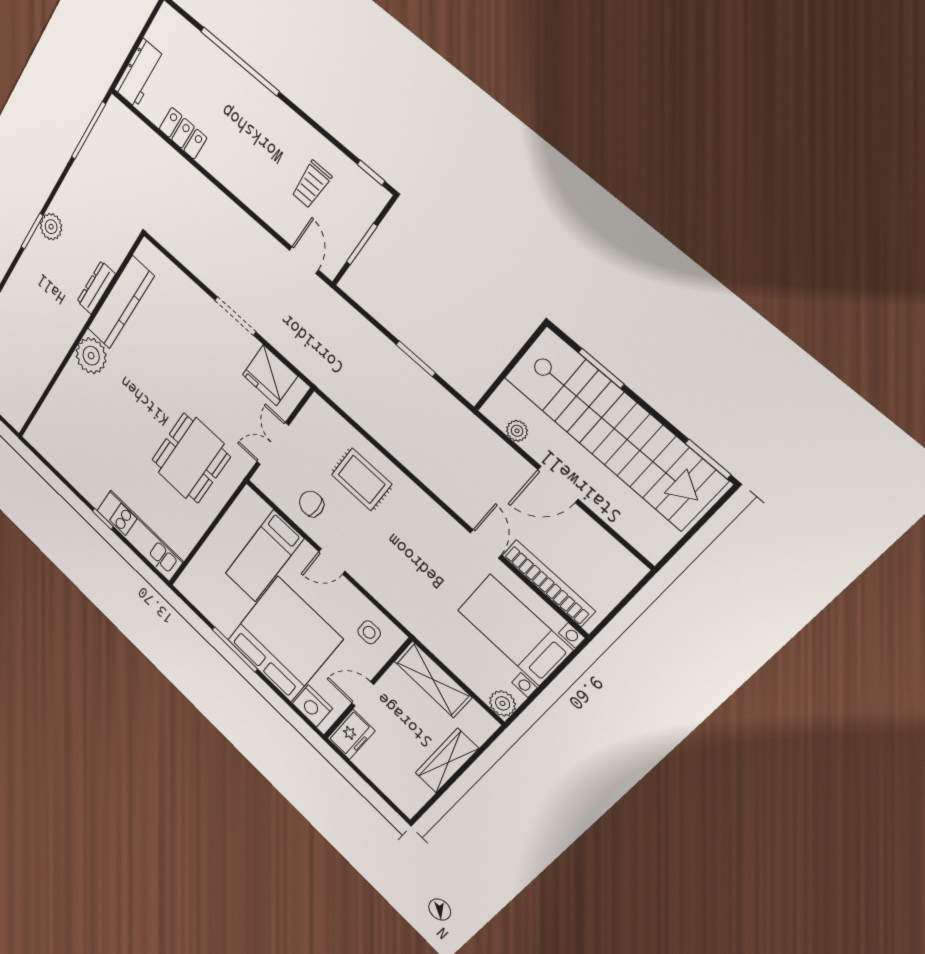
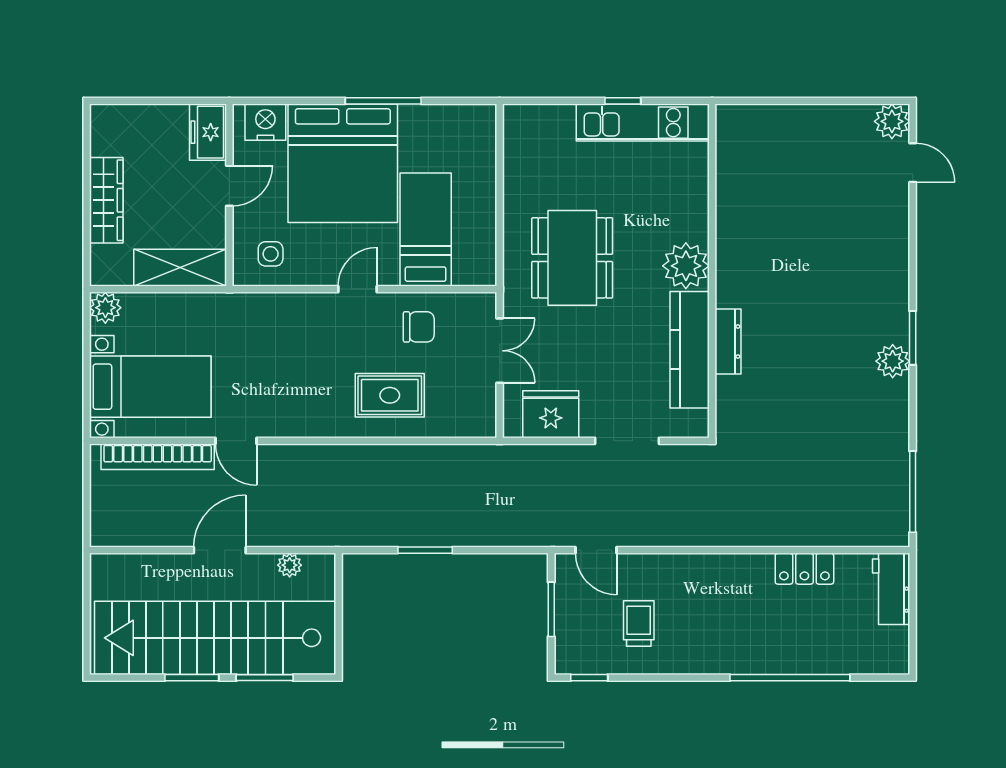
dresser: (96, 288) -> (728, 342), moved
kitchen counter: (121, 303) -> (690, 350), moved
wall: (79, 339) -> (712, 271), moved
plant: (91, 356) -> (686, 266), moved
window: (708, 459) -> (192, 678), moved
kitchen unit: (140, 536) -> (643, 123), moved

